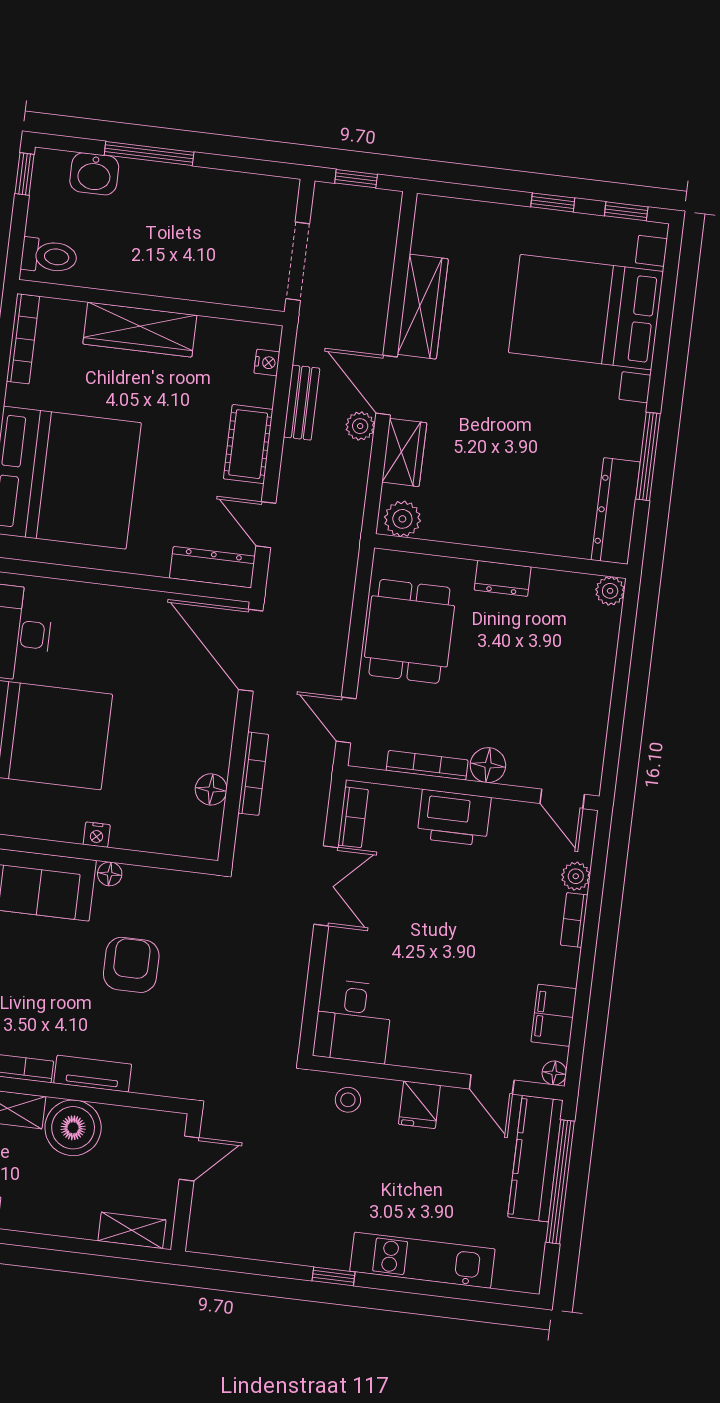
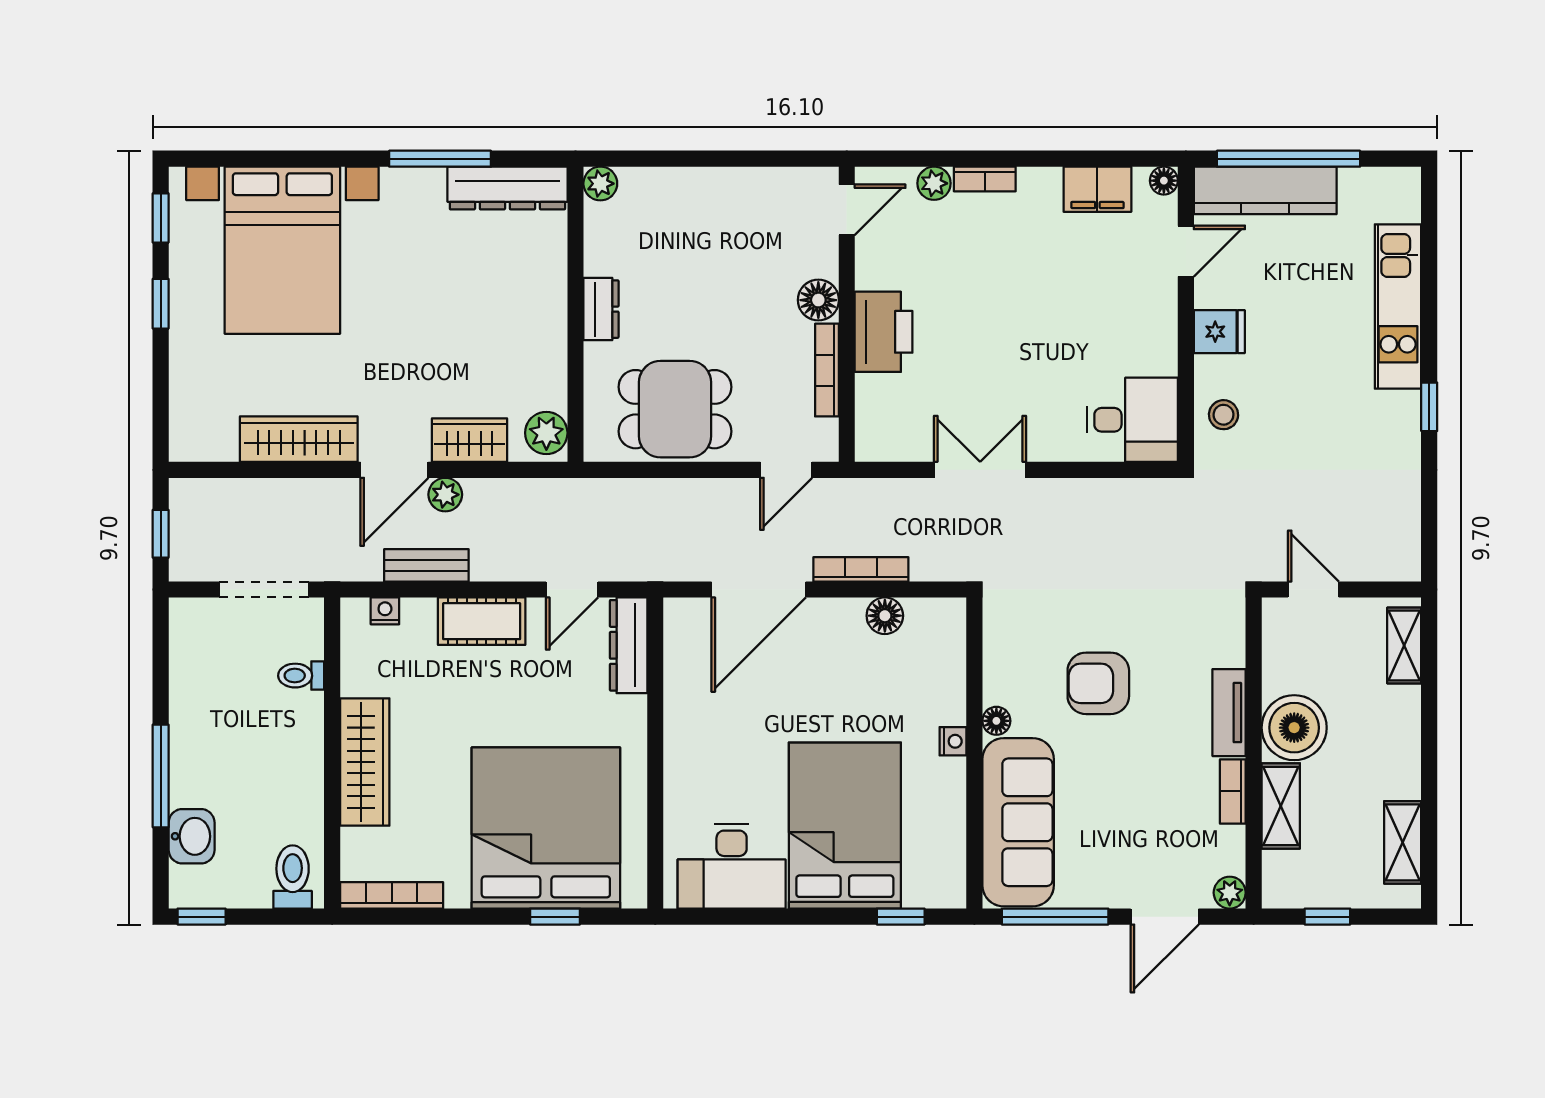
toilet: (220, 284) -> (301, 676), added
door: (251, 650) -> (759, 589), moved
bookcase: (353, 817) -> (897, 448), removed

